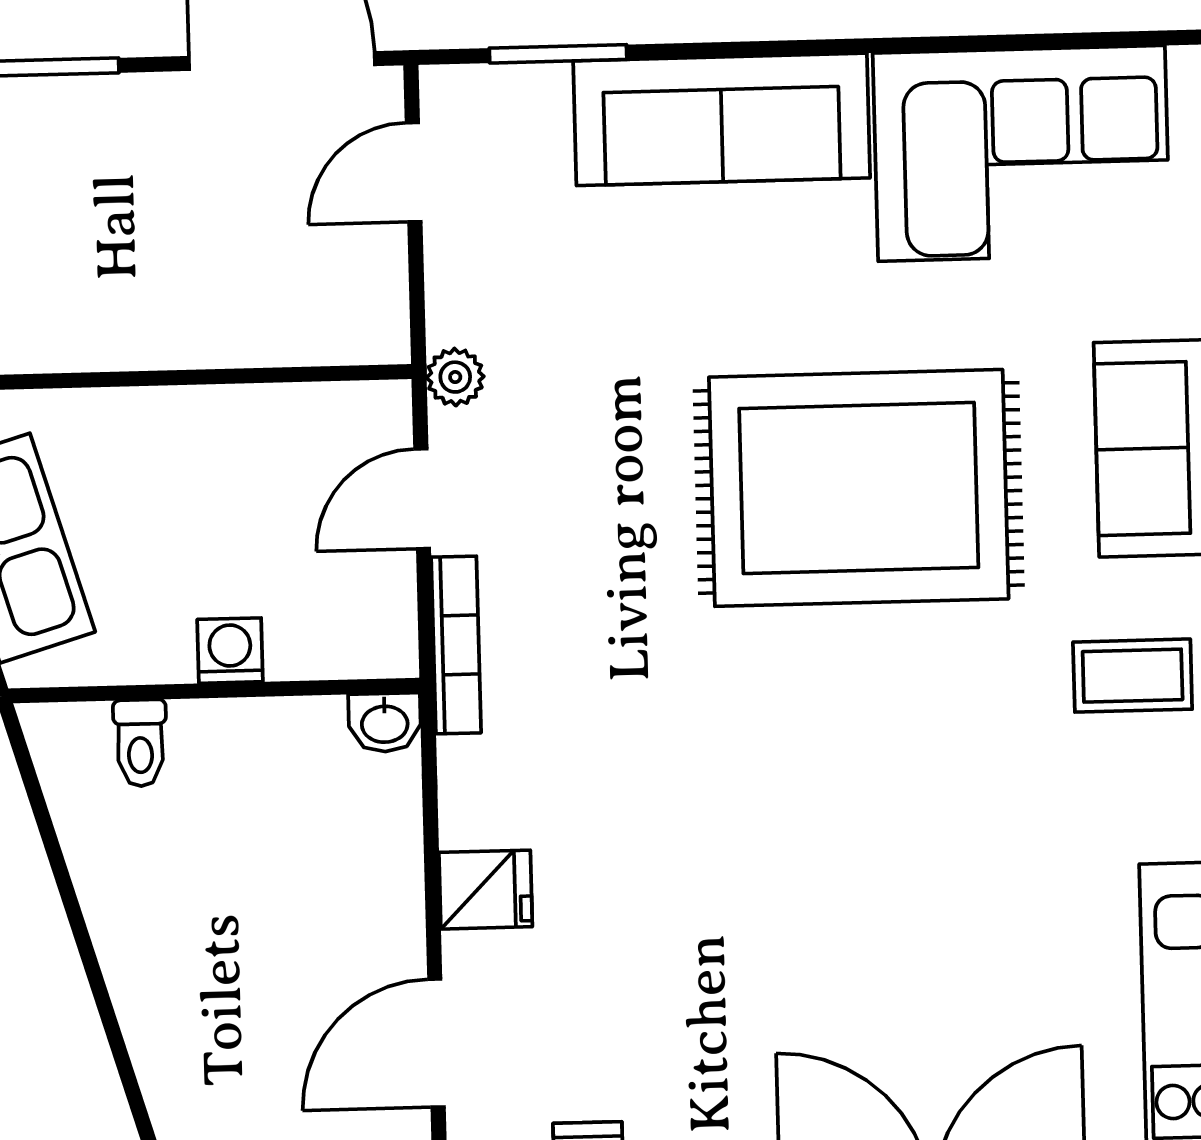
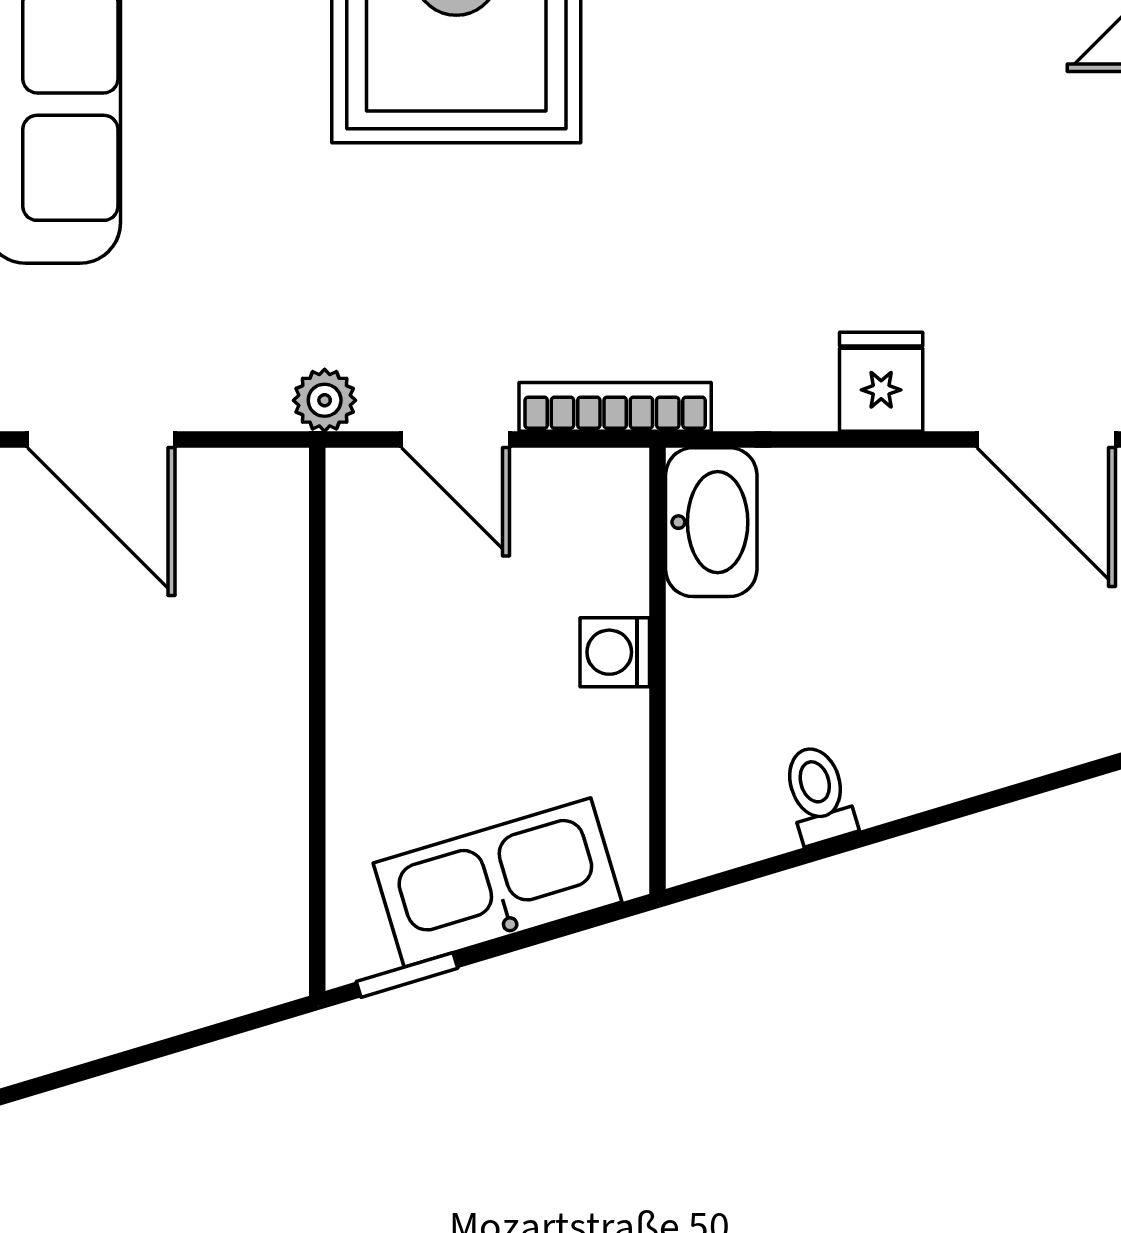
door: (414, 172) -> (101, 439), width x1.38
washbasin: (385, 723) -> (711, 522), width x1.91, depth x1.45
toilet: (140, 743) -> (819, 794), moved, turned -107

